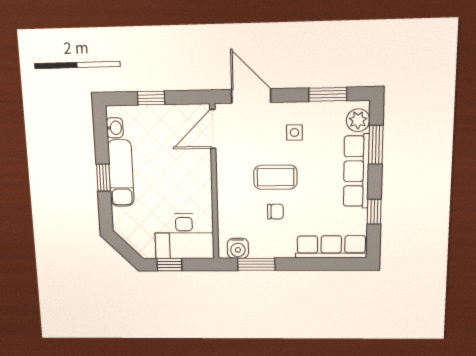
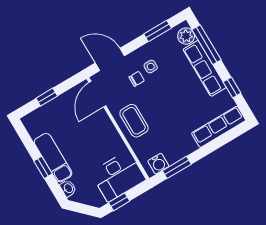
washbasin: (115, 128) -> (68, 188), moved
window: (376, 145) -> (207, 45), width x1.44
coffee table: (275, 177) -> (134, 121), moved, turned 90
chair: (275, 212) -> (137, 79), moved

